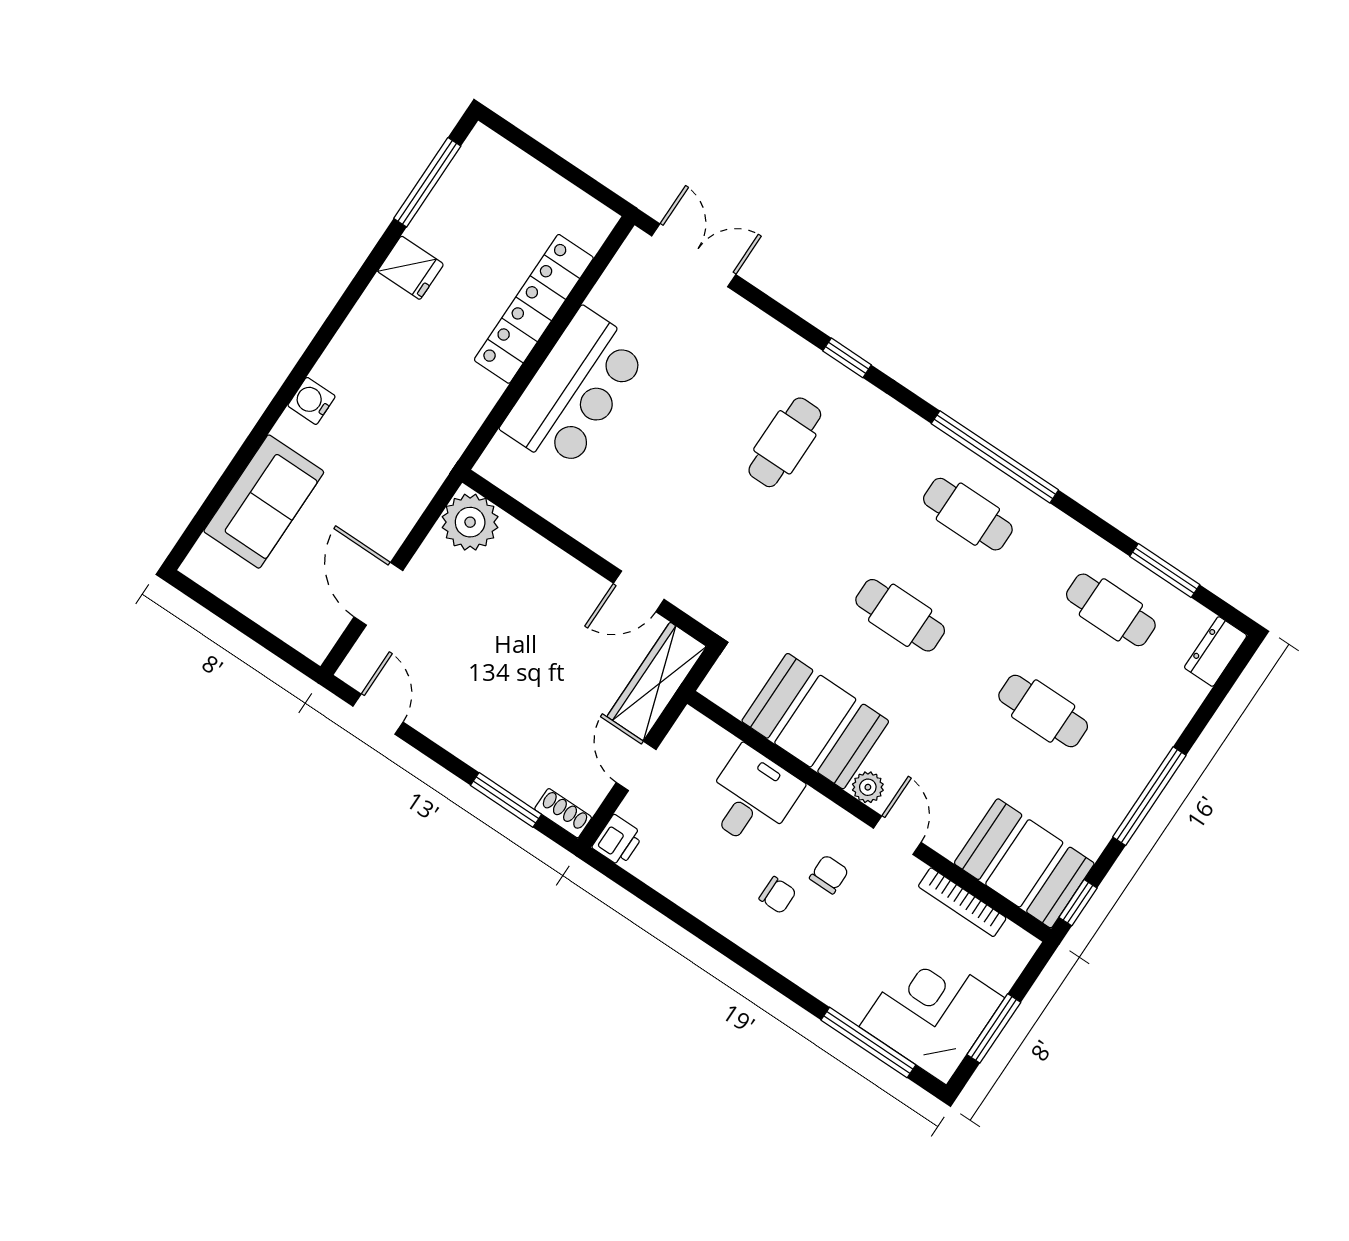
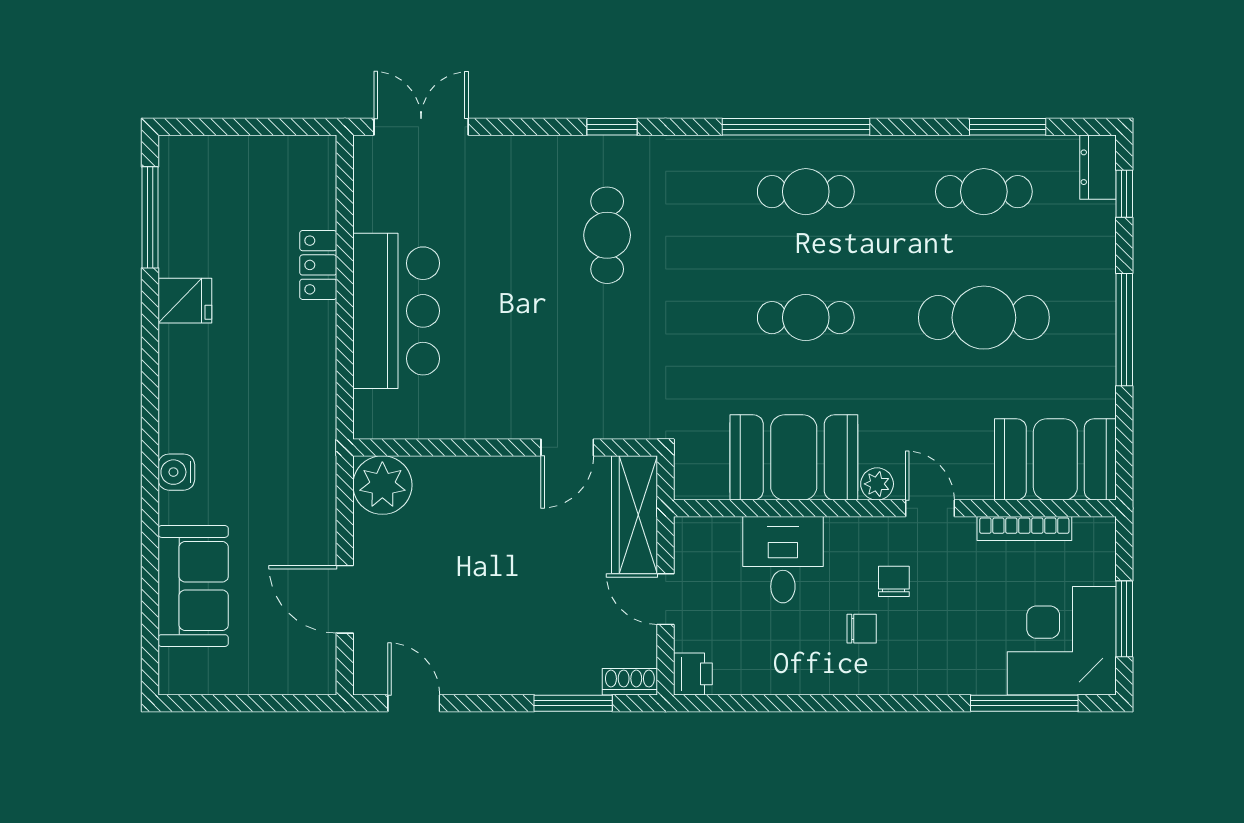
locker: (534, 309) -> (318, 265), width x0.46, depth x0.83
cafe table: (1043, 711) -> (984, 318), width x1.37, depth x1.35
window: (1078, 903) -> (1124, 194), moved

